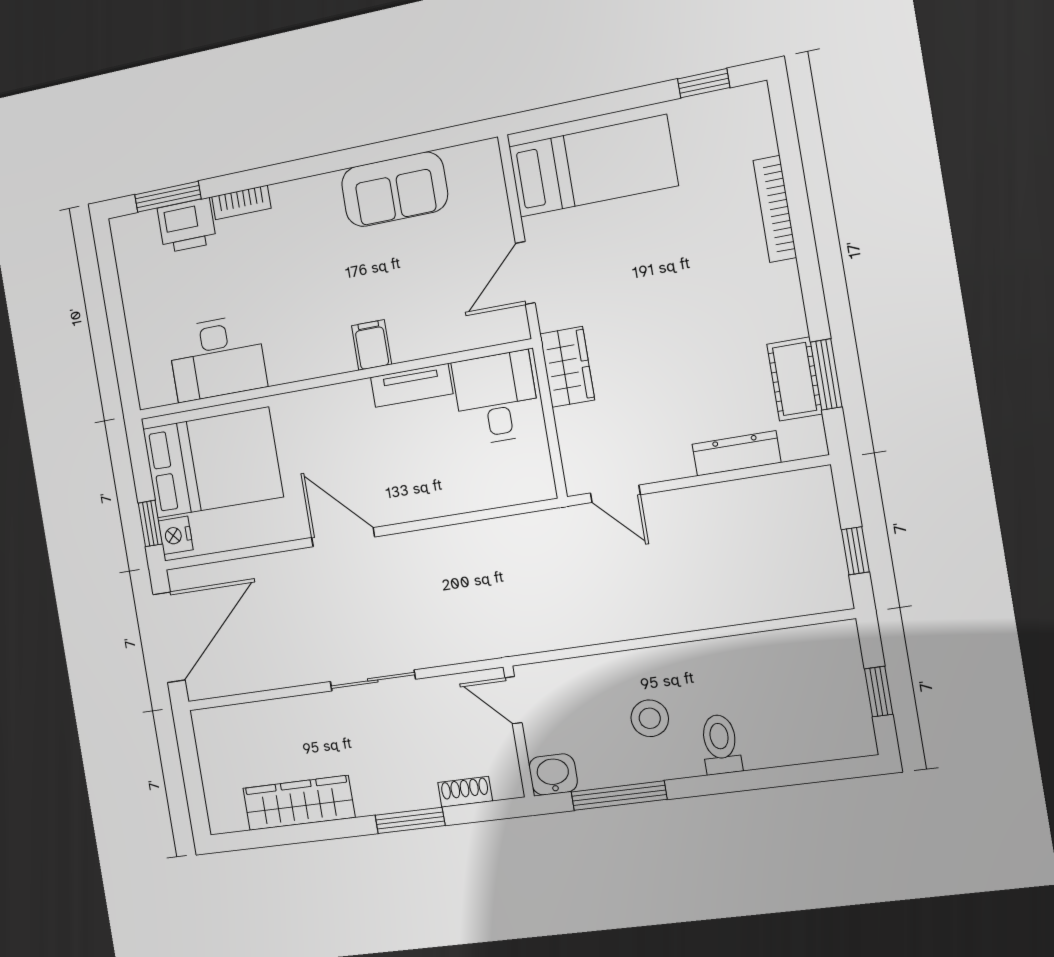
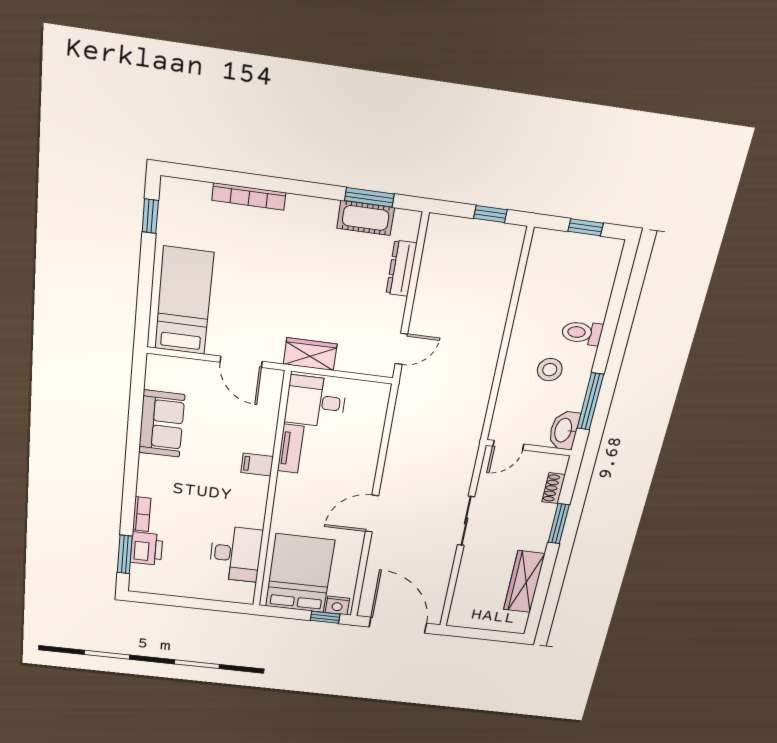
washbasin: (553, 774) -> (564, 430), width x1.38

